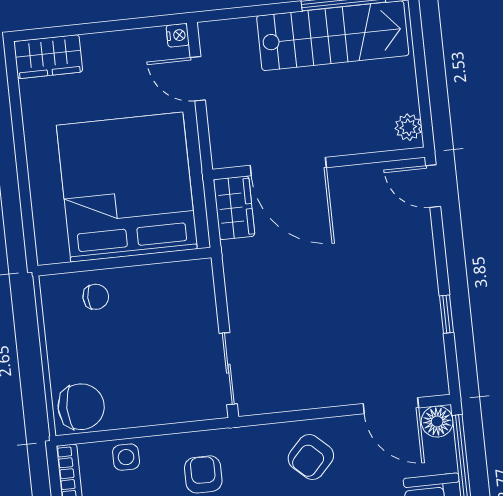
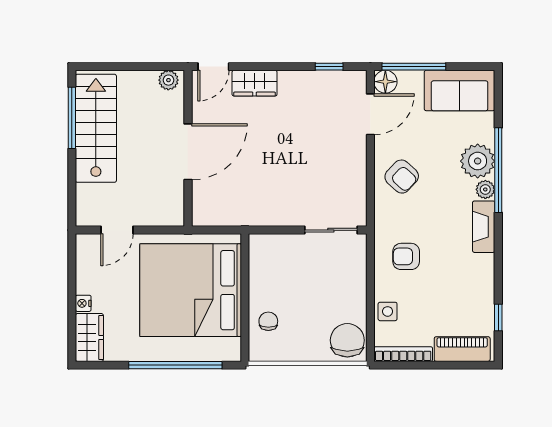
nightstand: (178, 35) -> (83, 303), moved, turned -90
door: (288, 167) -> (188, 152), moved
window: (23, 177) -> (175, 365), added
wardrobe: (234, 208) -> (255, 83), moved, turned 180
window: (447, 314) -> (329, 67), moved

